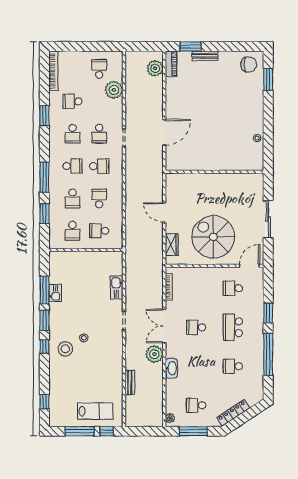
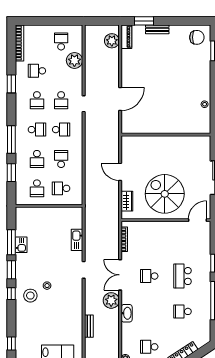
school desk: (233, 288) -> (183, 241), removed

